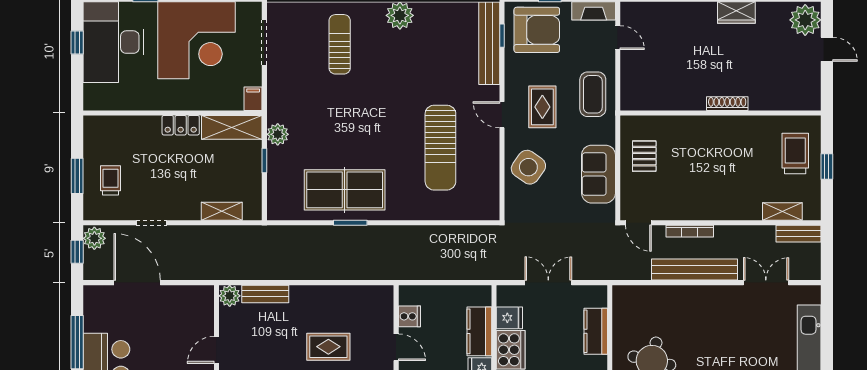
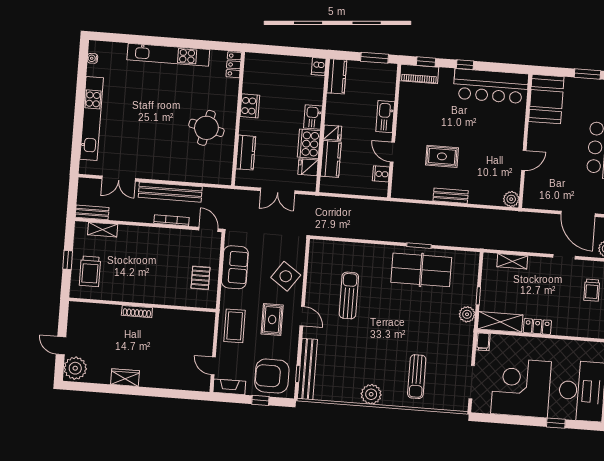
sun lounger: (440, 148) -> (349, 295), width x0.73, depth x0.75
bench: (265, 294) -> (451, 196), moved

